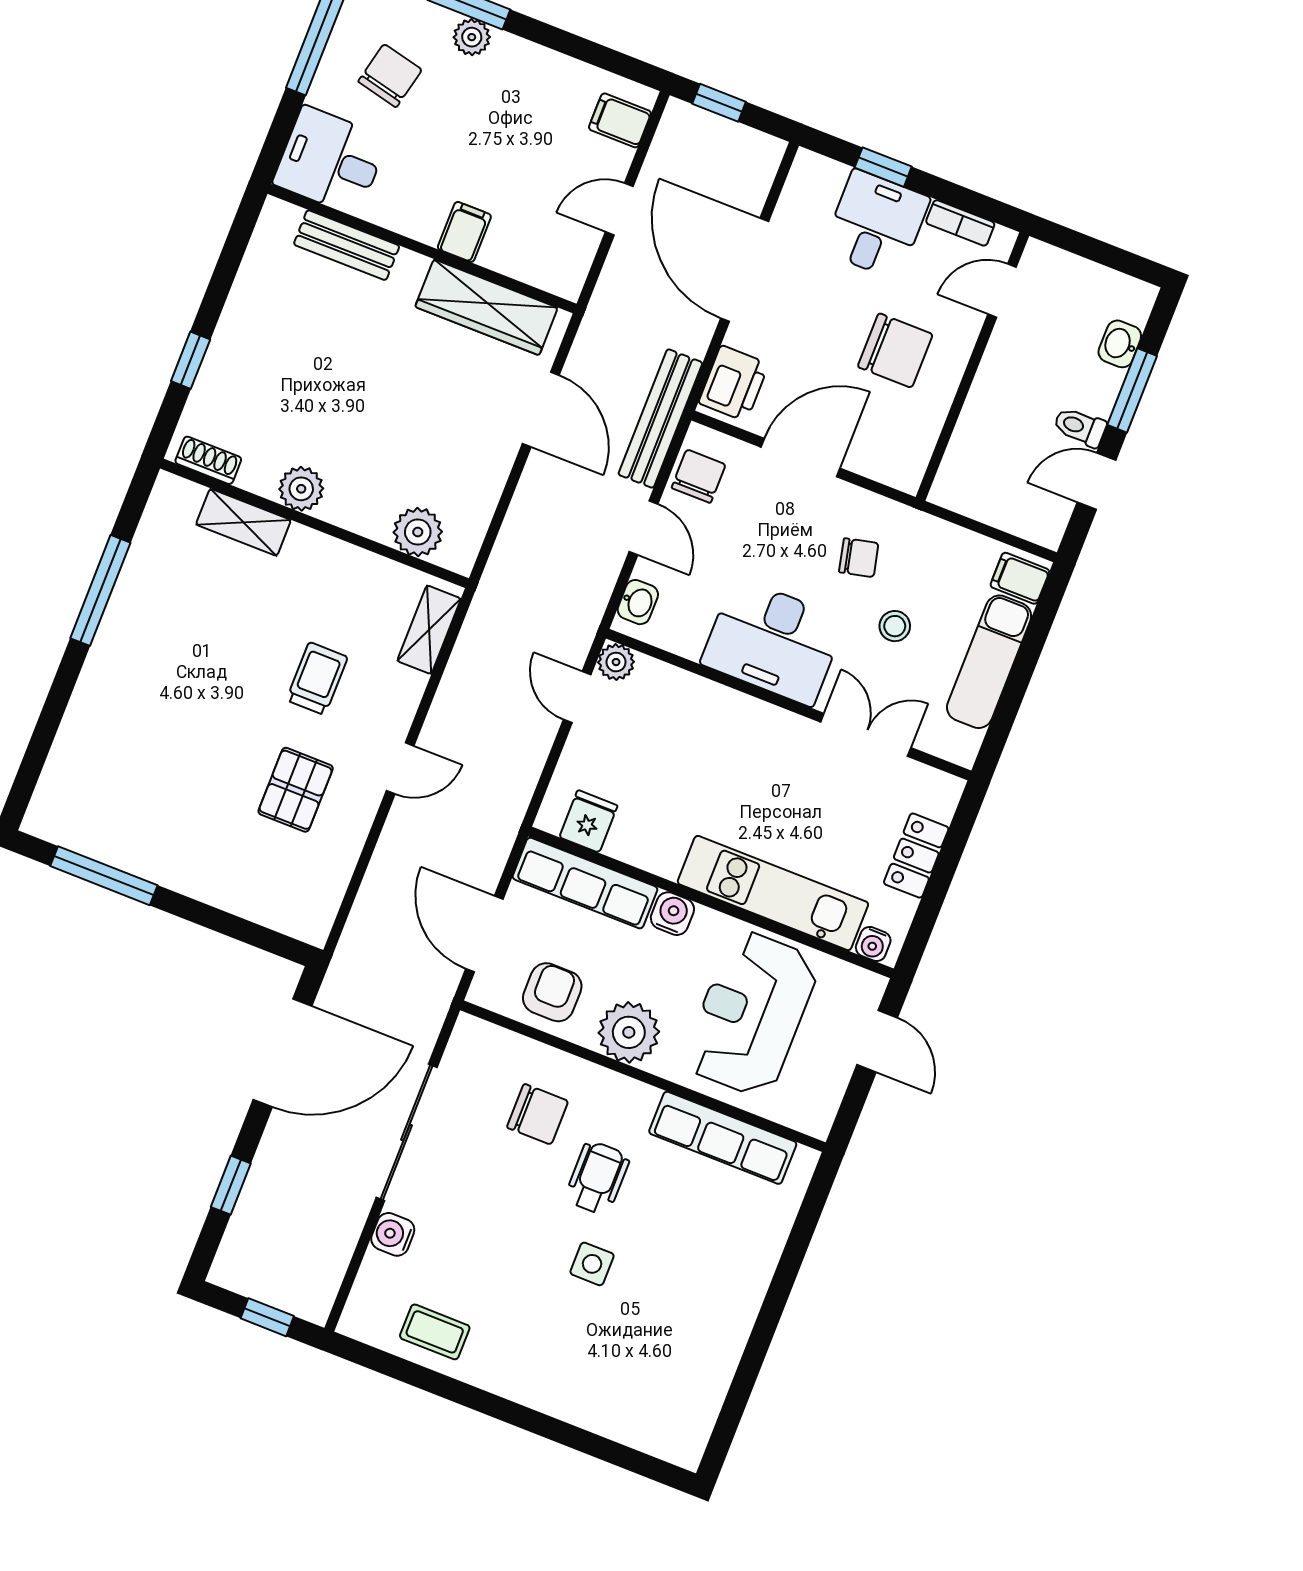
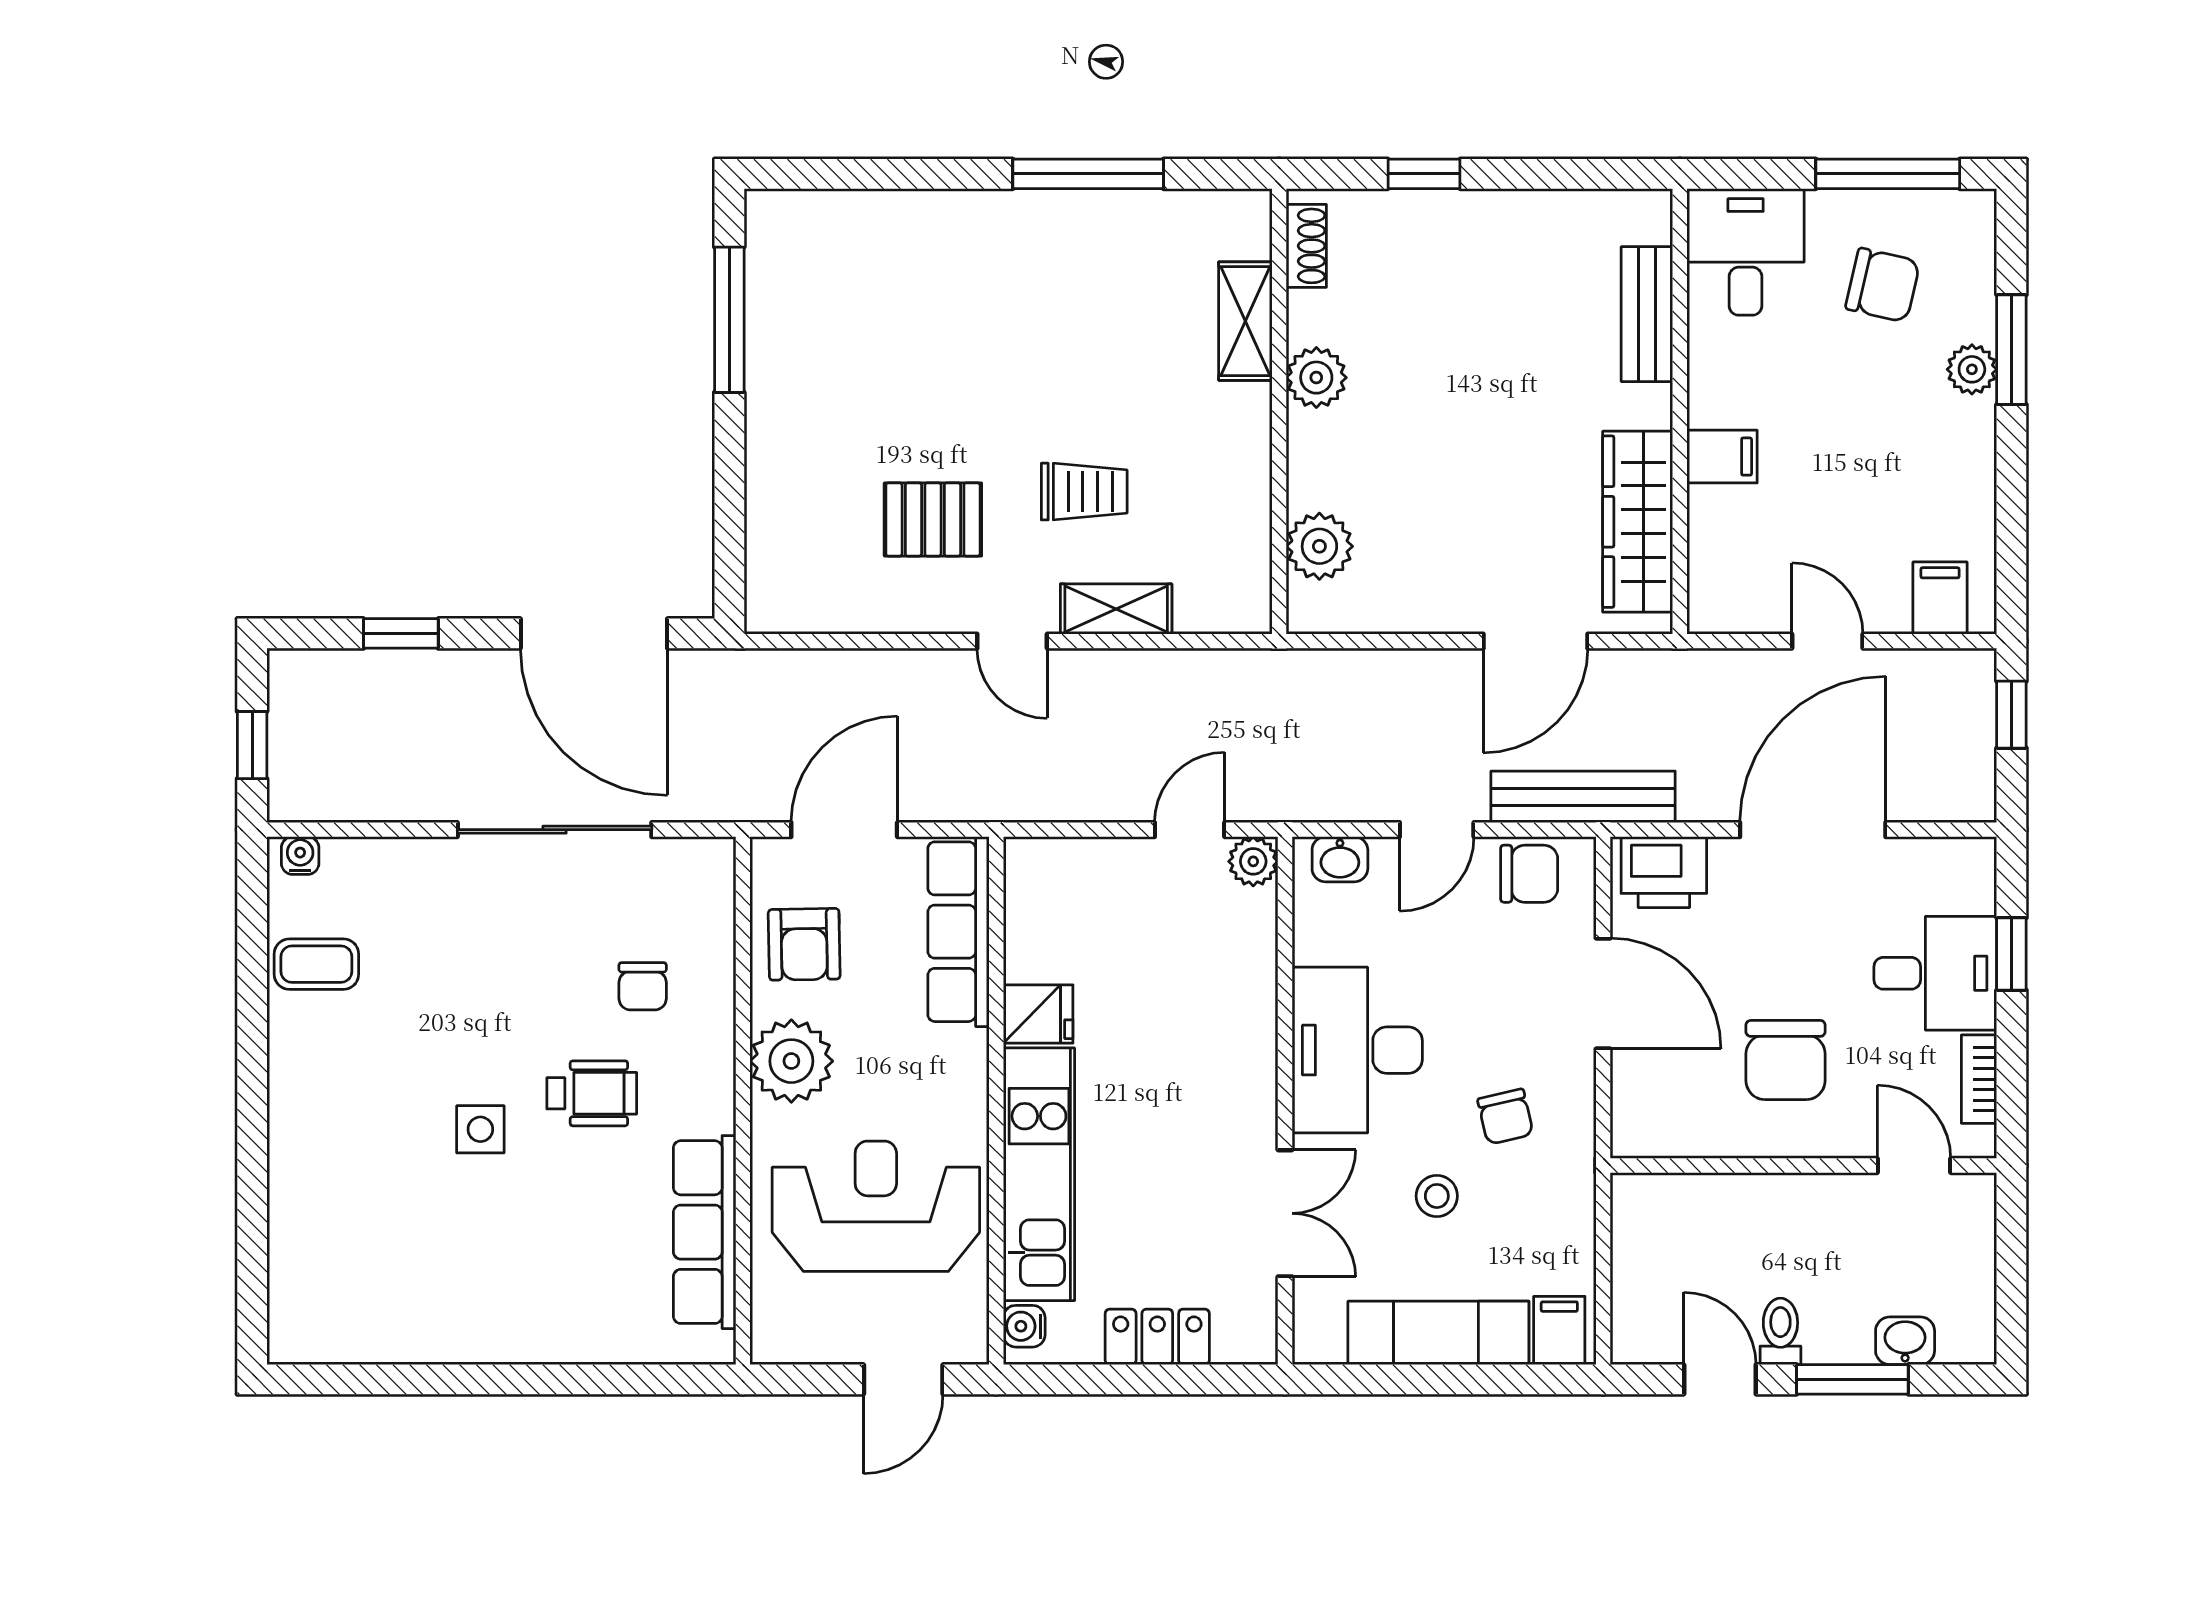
shelving: (429, 630) -> (1116, 609), moved
fridge: (588, 821) -> (1038, 1014), moved
water cooler: (672, 914) -> (963, 1057), removed
armchair: (552, 992) -> (804, 944), turned 89
chair: (538, 1114) -> (643, 986), width x0.73, depth x0.73
water cooler: (393, 1234) -> (300, 856), moved, width x0.72, depth x0.72
coffee table: (435, 1332) -> (316, 964), turned 90

